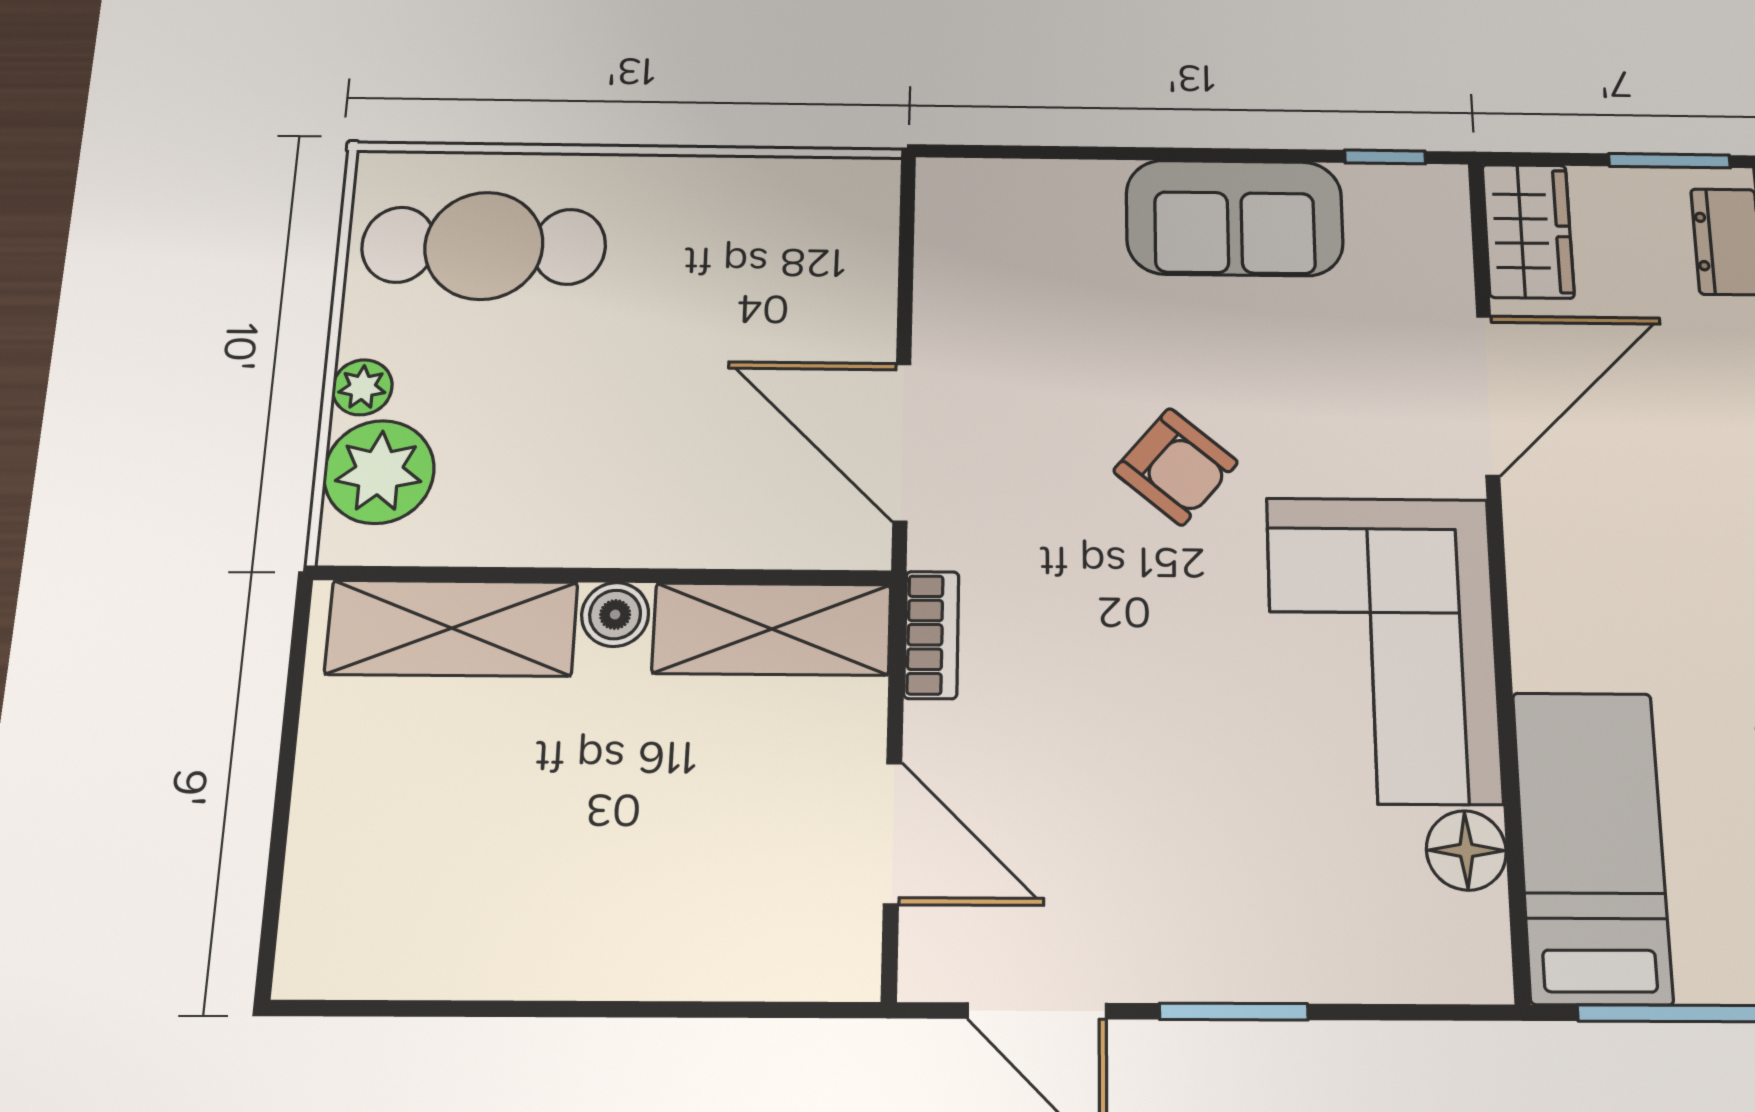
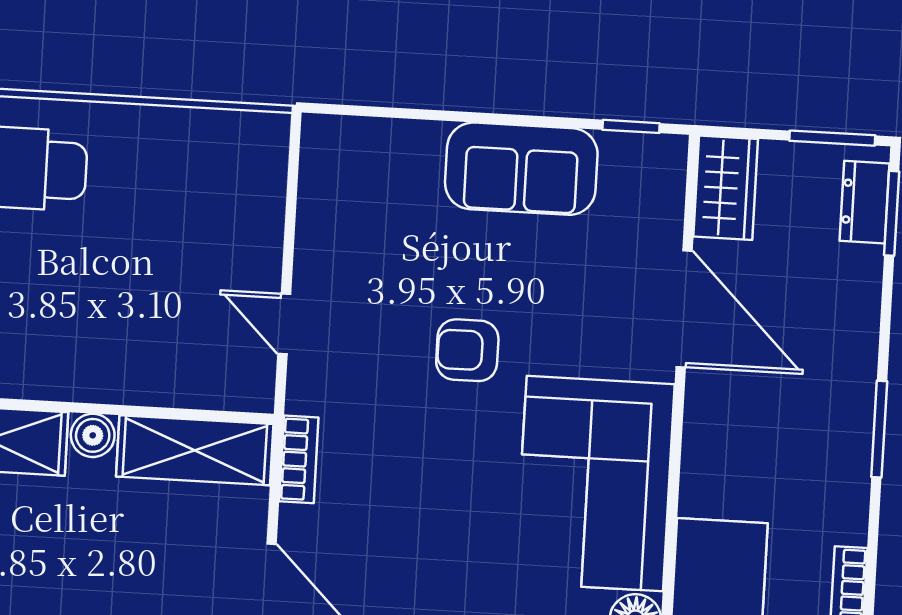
door: (1488, 395) -> (684, 309), hinge flipped
door: (902, 442) -> (284, 324), width x0.53
armchair: (1176, 467) -> (467, 350), turned 140

